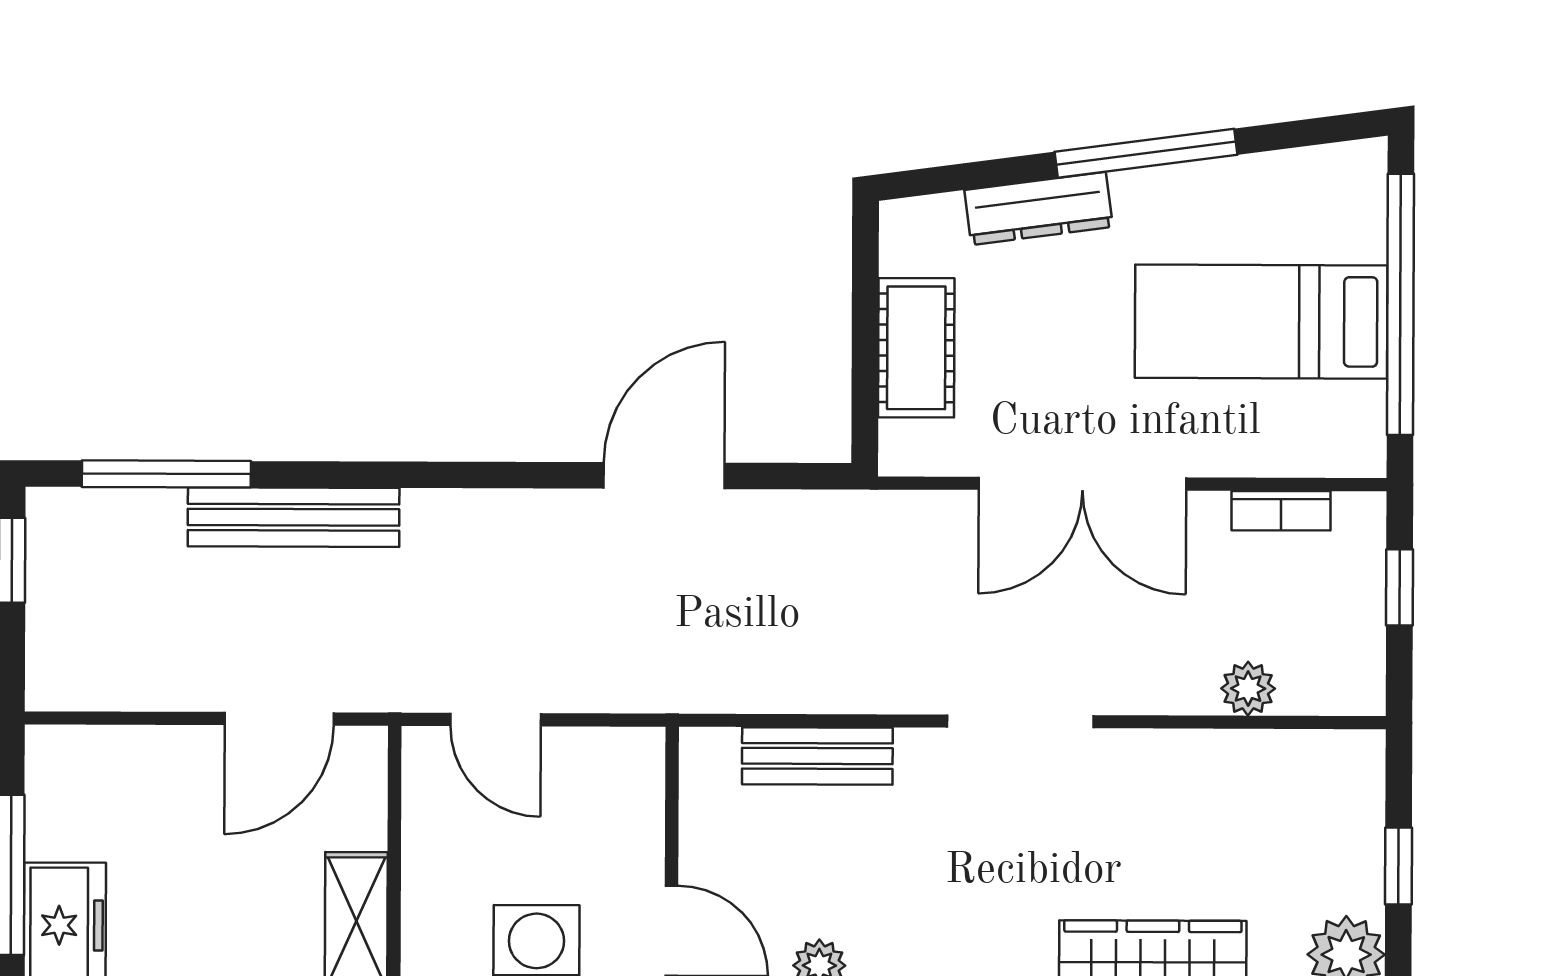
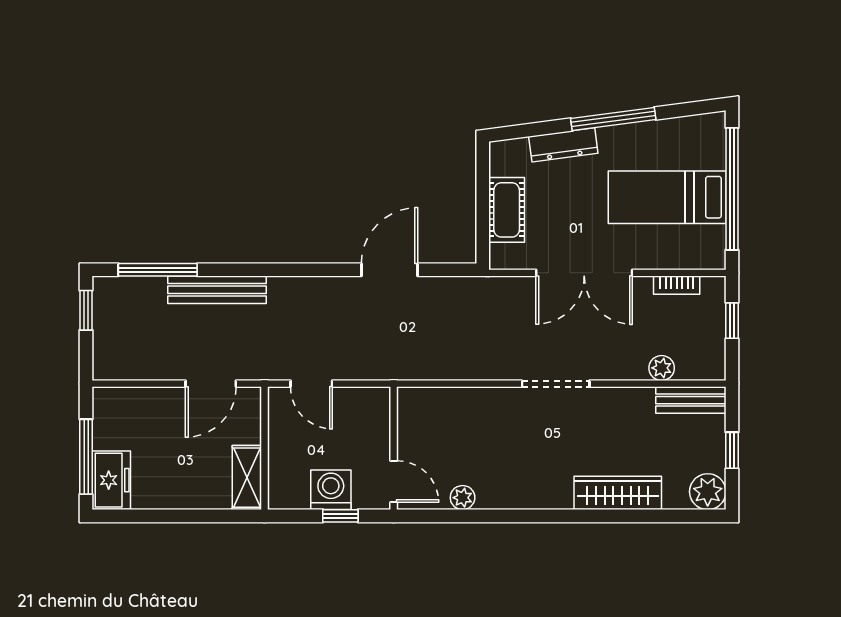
bench: (817, 756) -> (691, 400), moved

